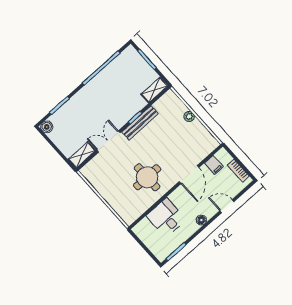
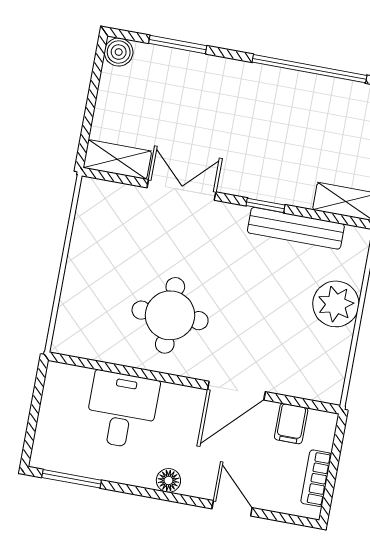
plant: (189, 116) -> (336, 304), width x1.88, depth x1.88
bench: (140, 123) -> (296, 228), moved

